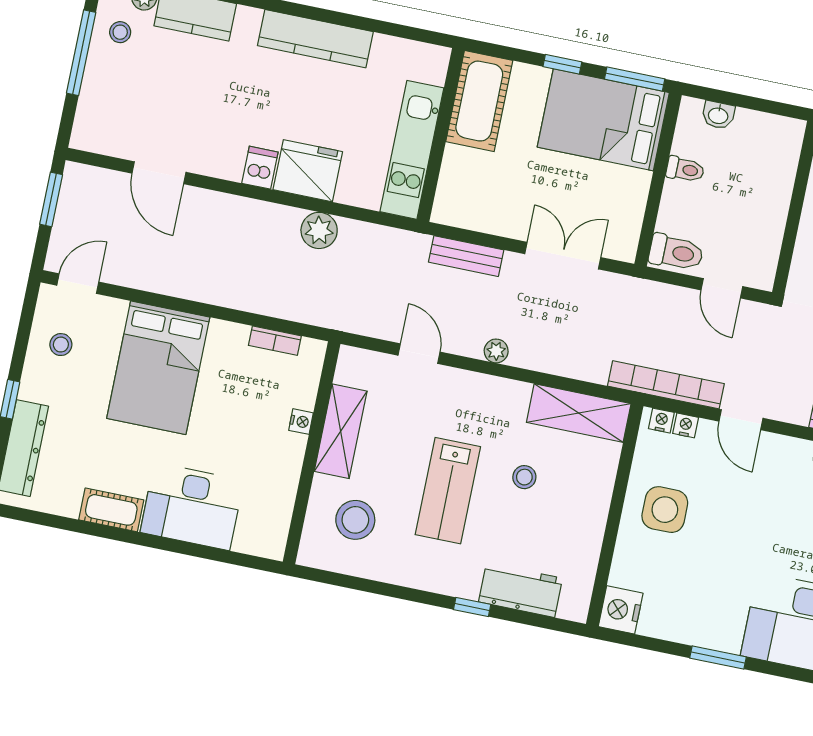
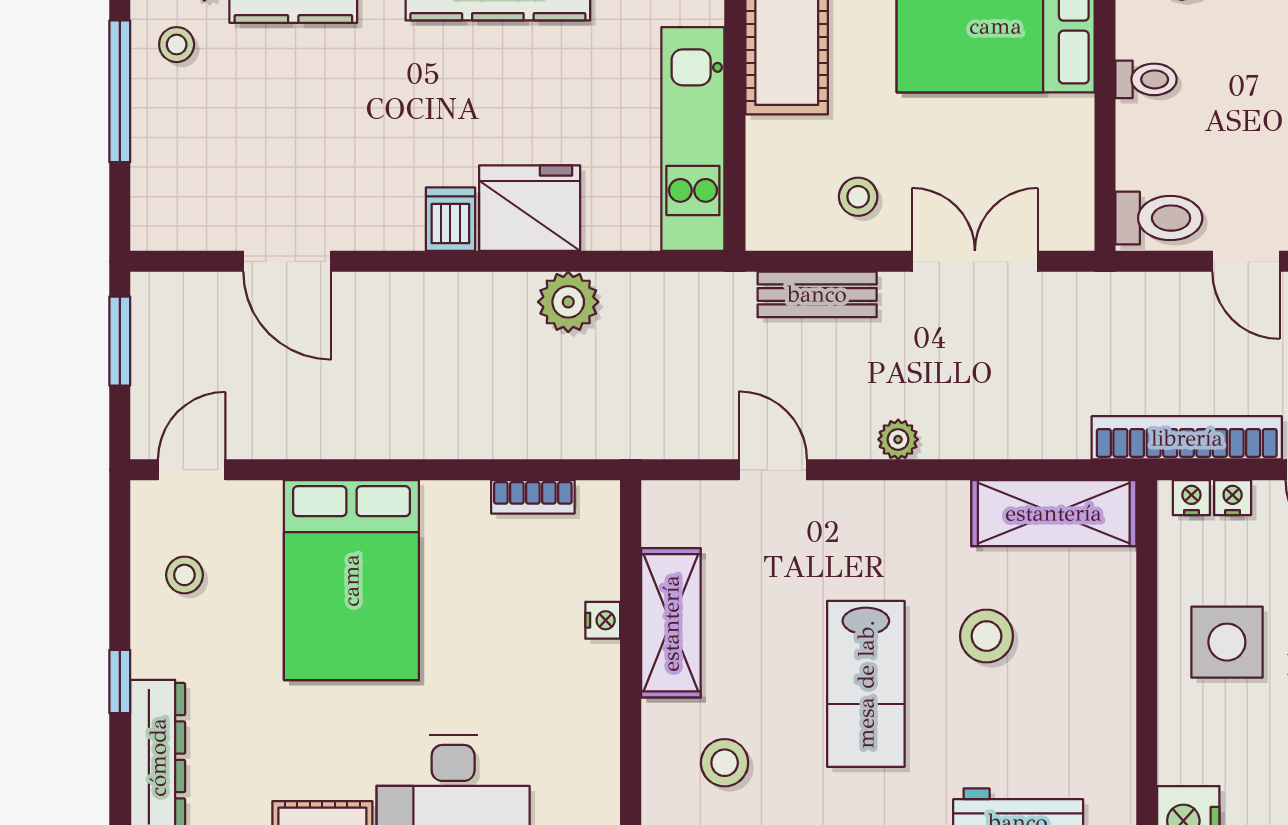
stool: (502, 204) -> (858, 197), added
stool: (524, 477) -> (986, 636), width x1.37, depth x1.37
stool: (355, 520) -> (725, 763), width x0.73, depth x0.73

